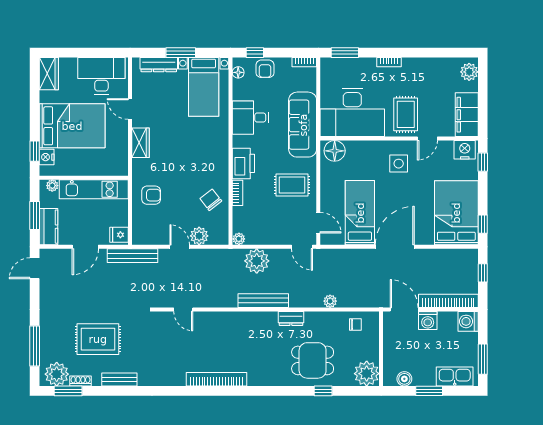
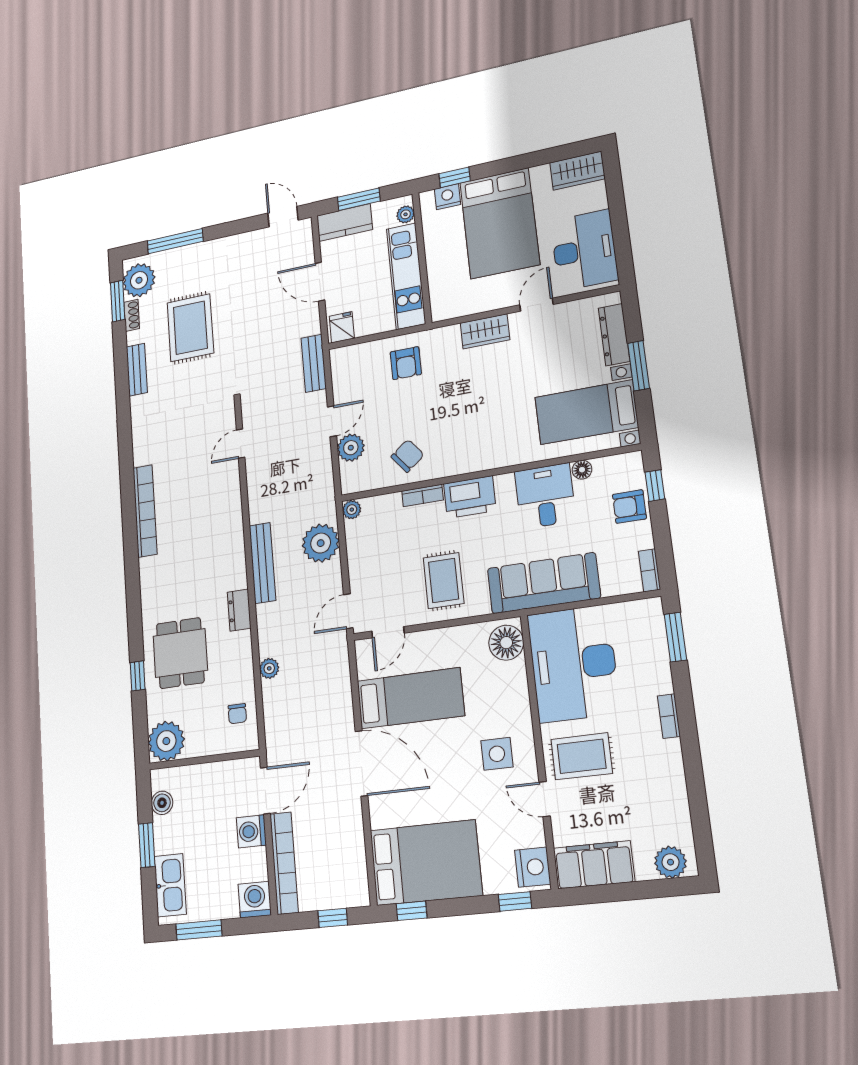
floor lamp: (238, 72) -> (582, 470), moved
bench: (133, 256) -> (314, 363), width x0.73

